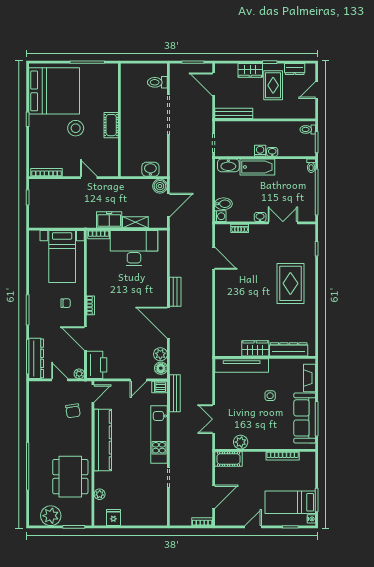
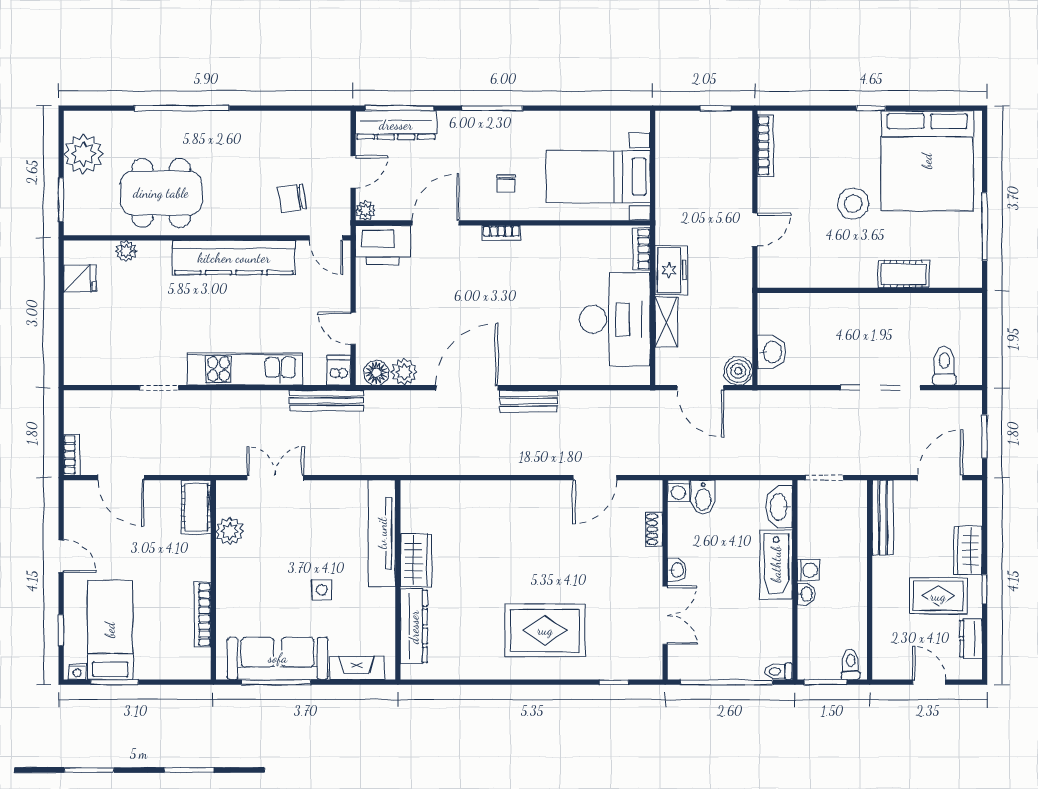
cot: (111, 125) -> (903, 274), moved

